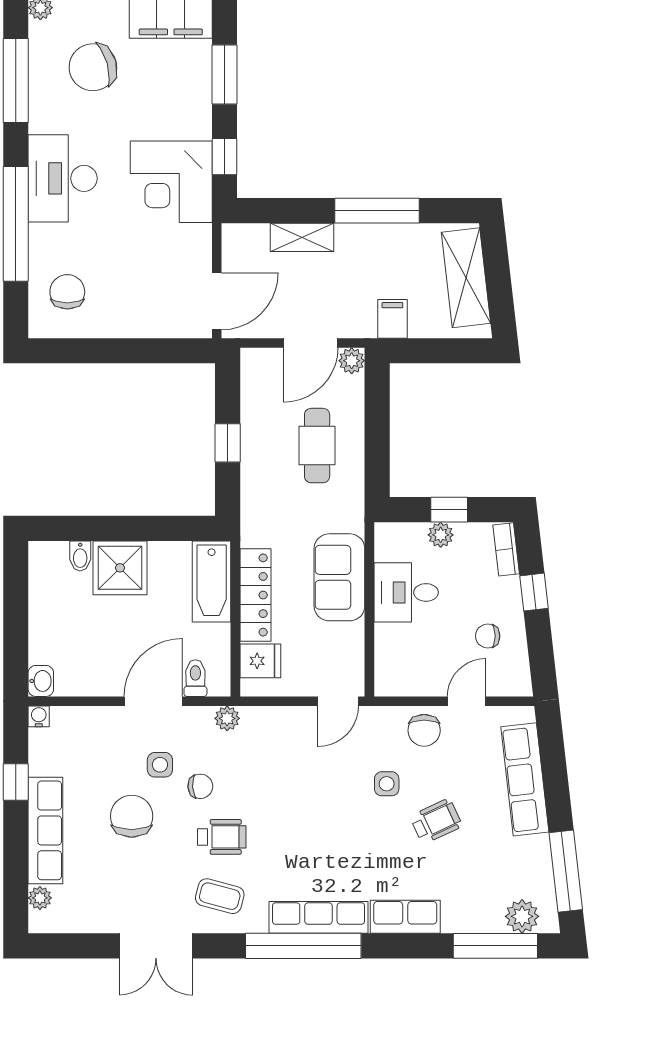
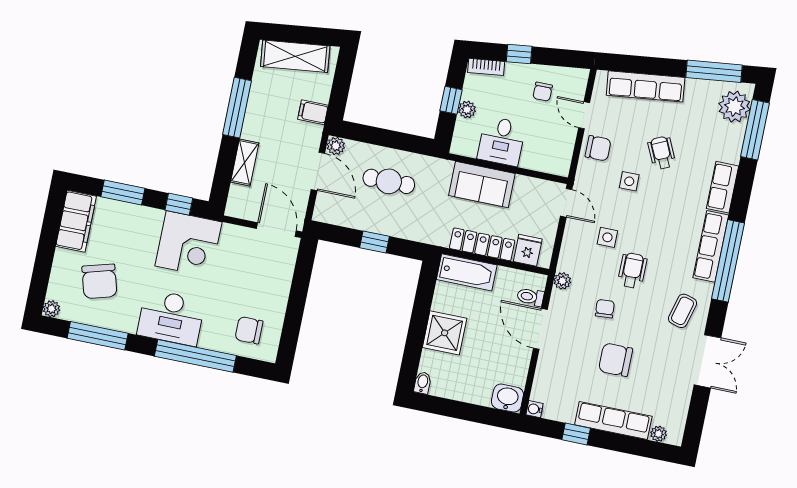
bidet: (80, 556) -> (423, 383), moved, turned -90
washbasin: (41, 681) -> (507, 398), width x1.38, depth x1.45
side table: (160, 765) -> (607, 237), moved
wheelchair: (222, 837) -> (632, 270), moved
plant: (522, 916) -> (734, 107), width x1.36, depth x1.36

